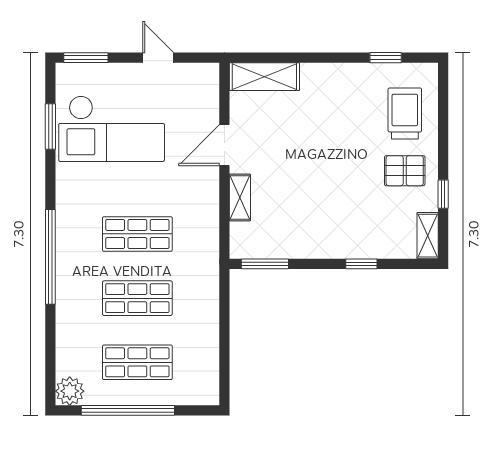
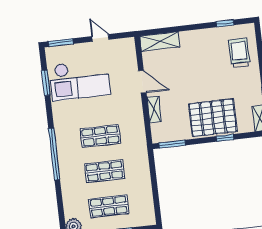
door: (224, 145) -> (142, 82), swing flipped
pallet: (405, 171) -> (213, 118), moved, width x2.05, depth x2.00

